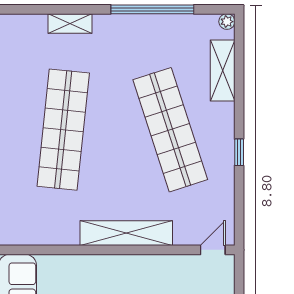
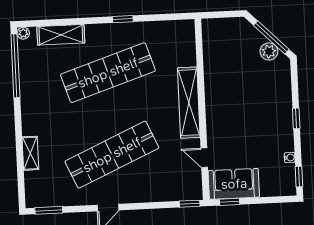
window: (152, 9) -> (15, 66), moved
shop shelf: (63, 130) -> (112, 155), turned -30
door: (213, 250) -> (204, 158), moved

